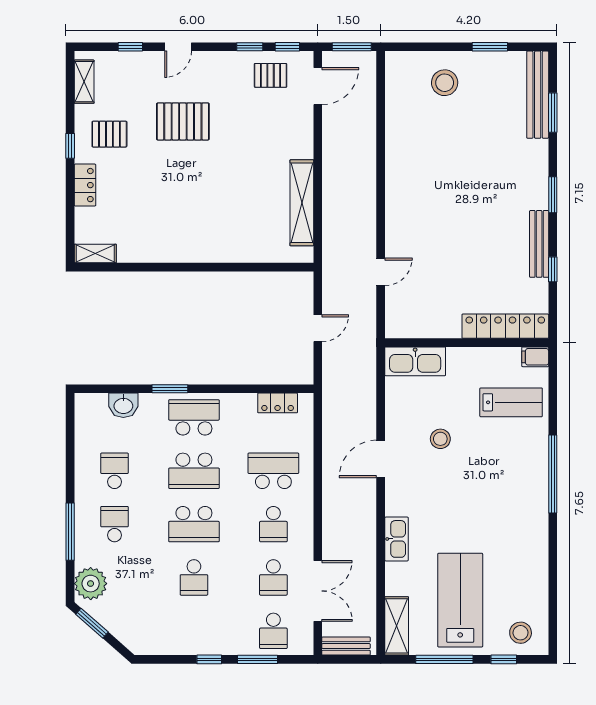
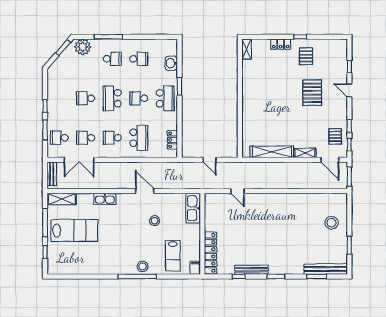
shelving: (84, 82) -> (305, 153), moved
school desk: (194, 471) -> (139, 98), width x0.54
stool: (521, 633) -> (143, 267), moved

